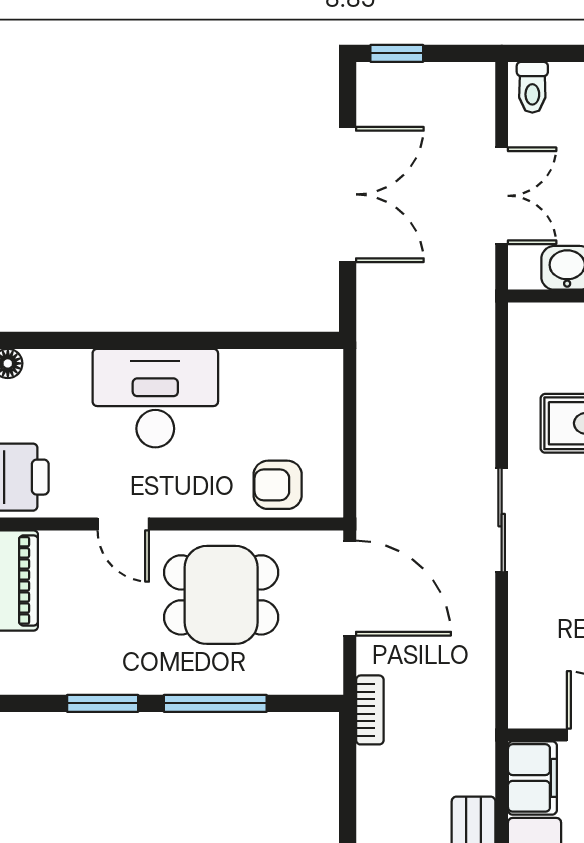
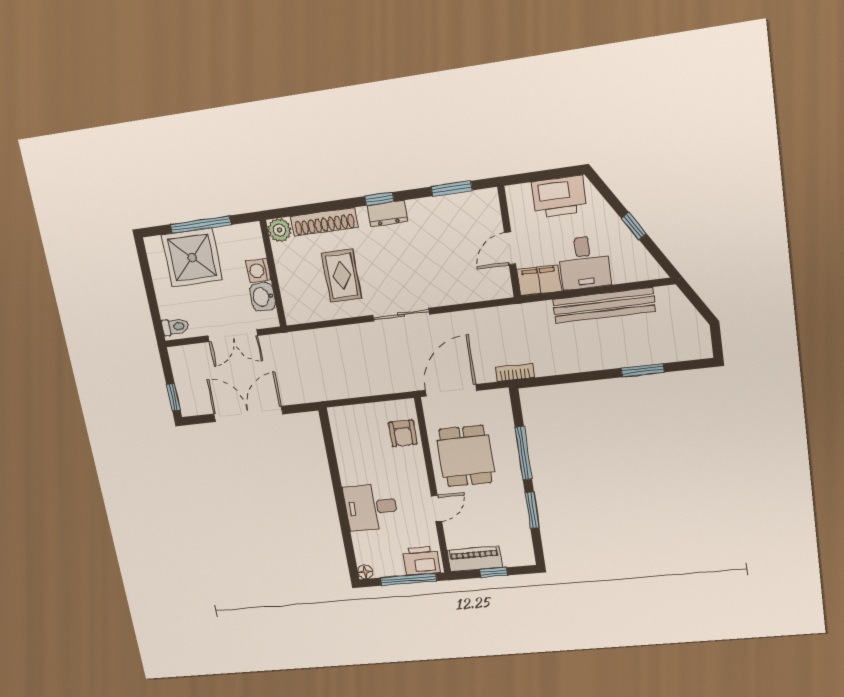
double door: (502, 196) -> (233, 336), swing flipped
desk: (155, 398) -> (371, 507), width x0.73

